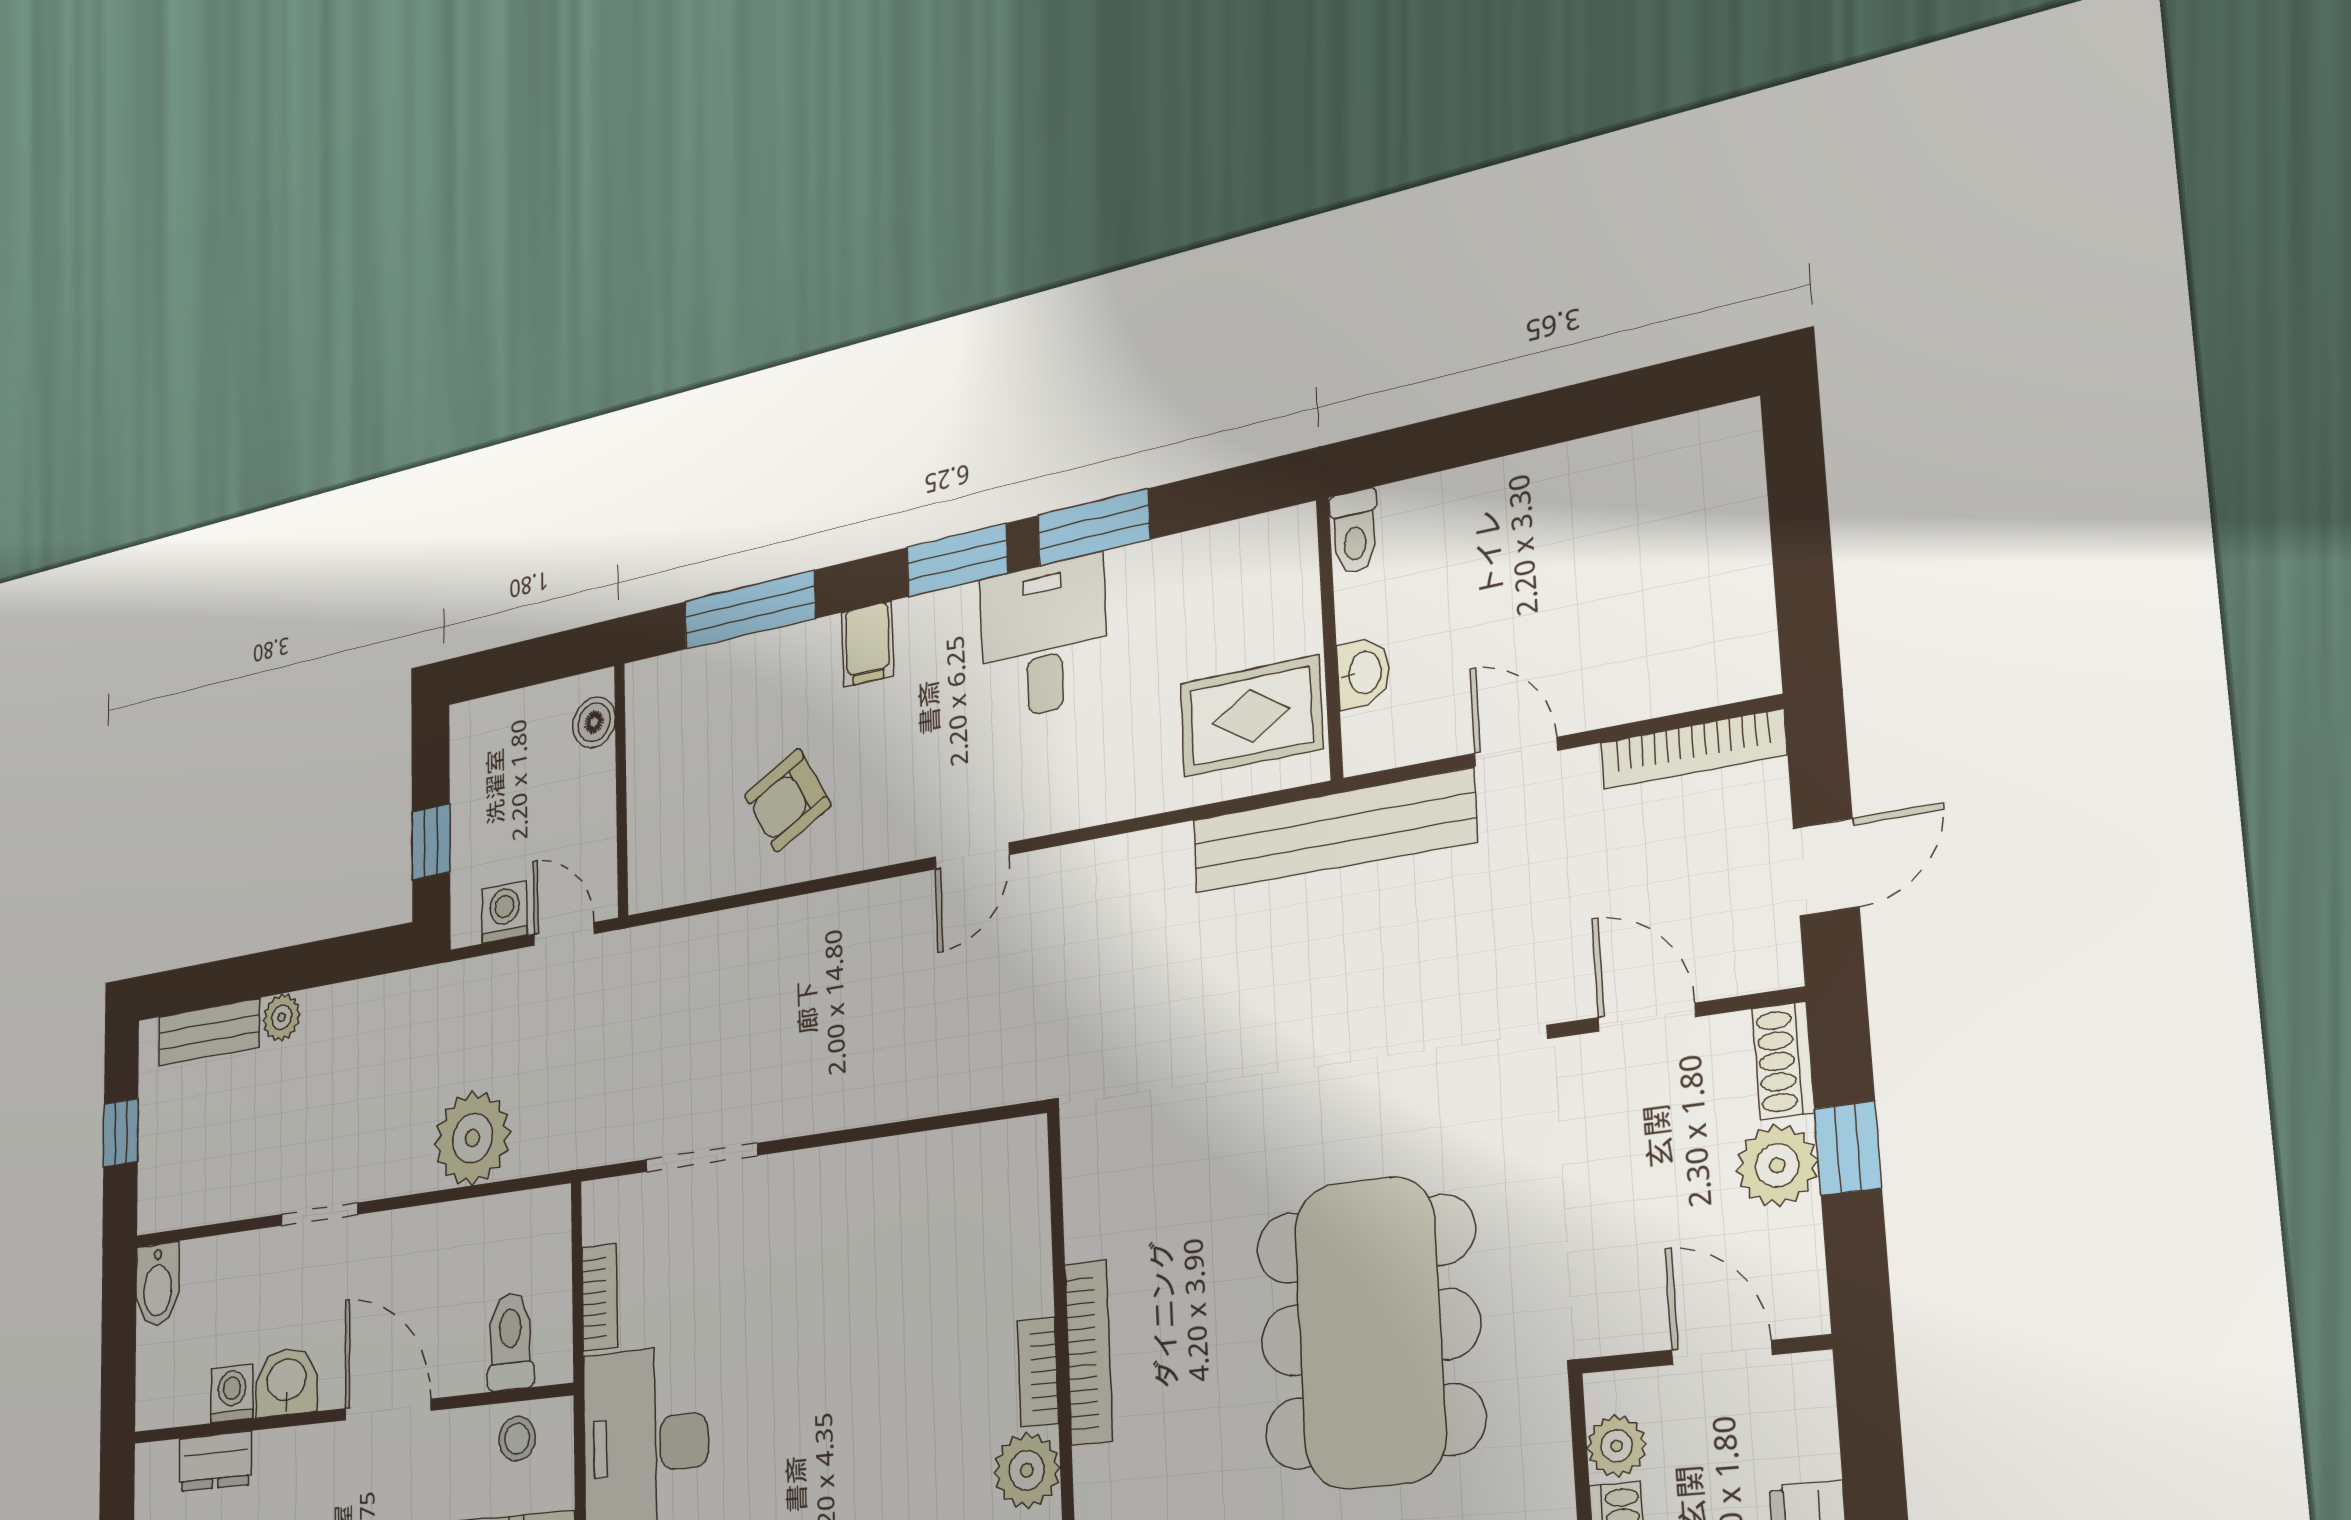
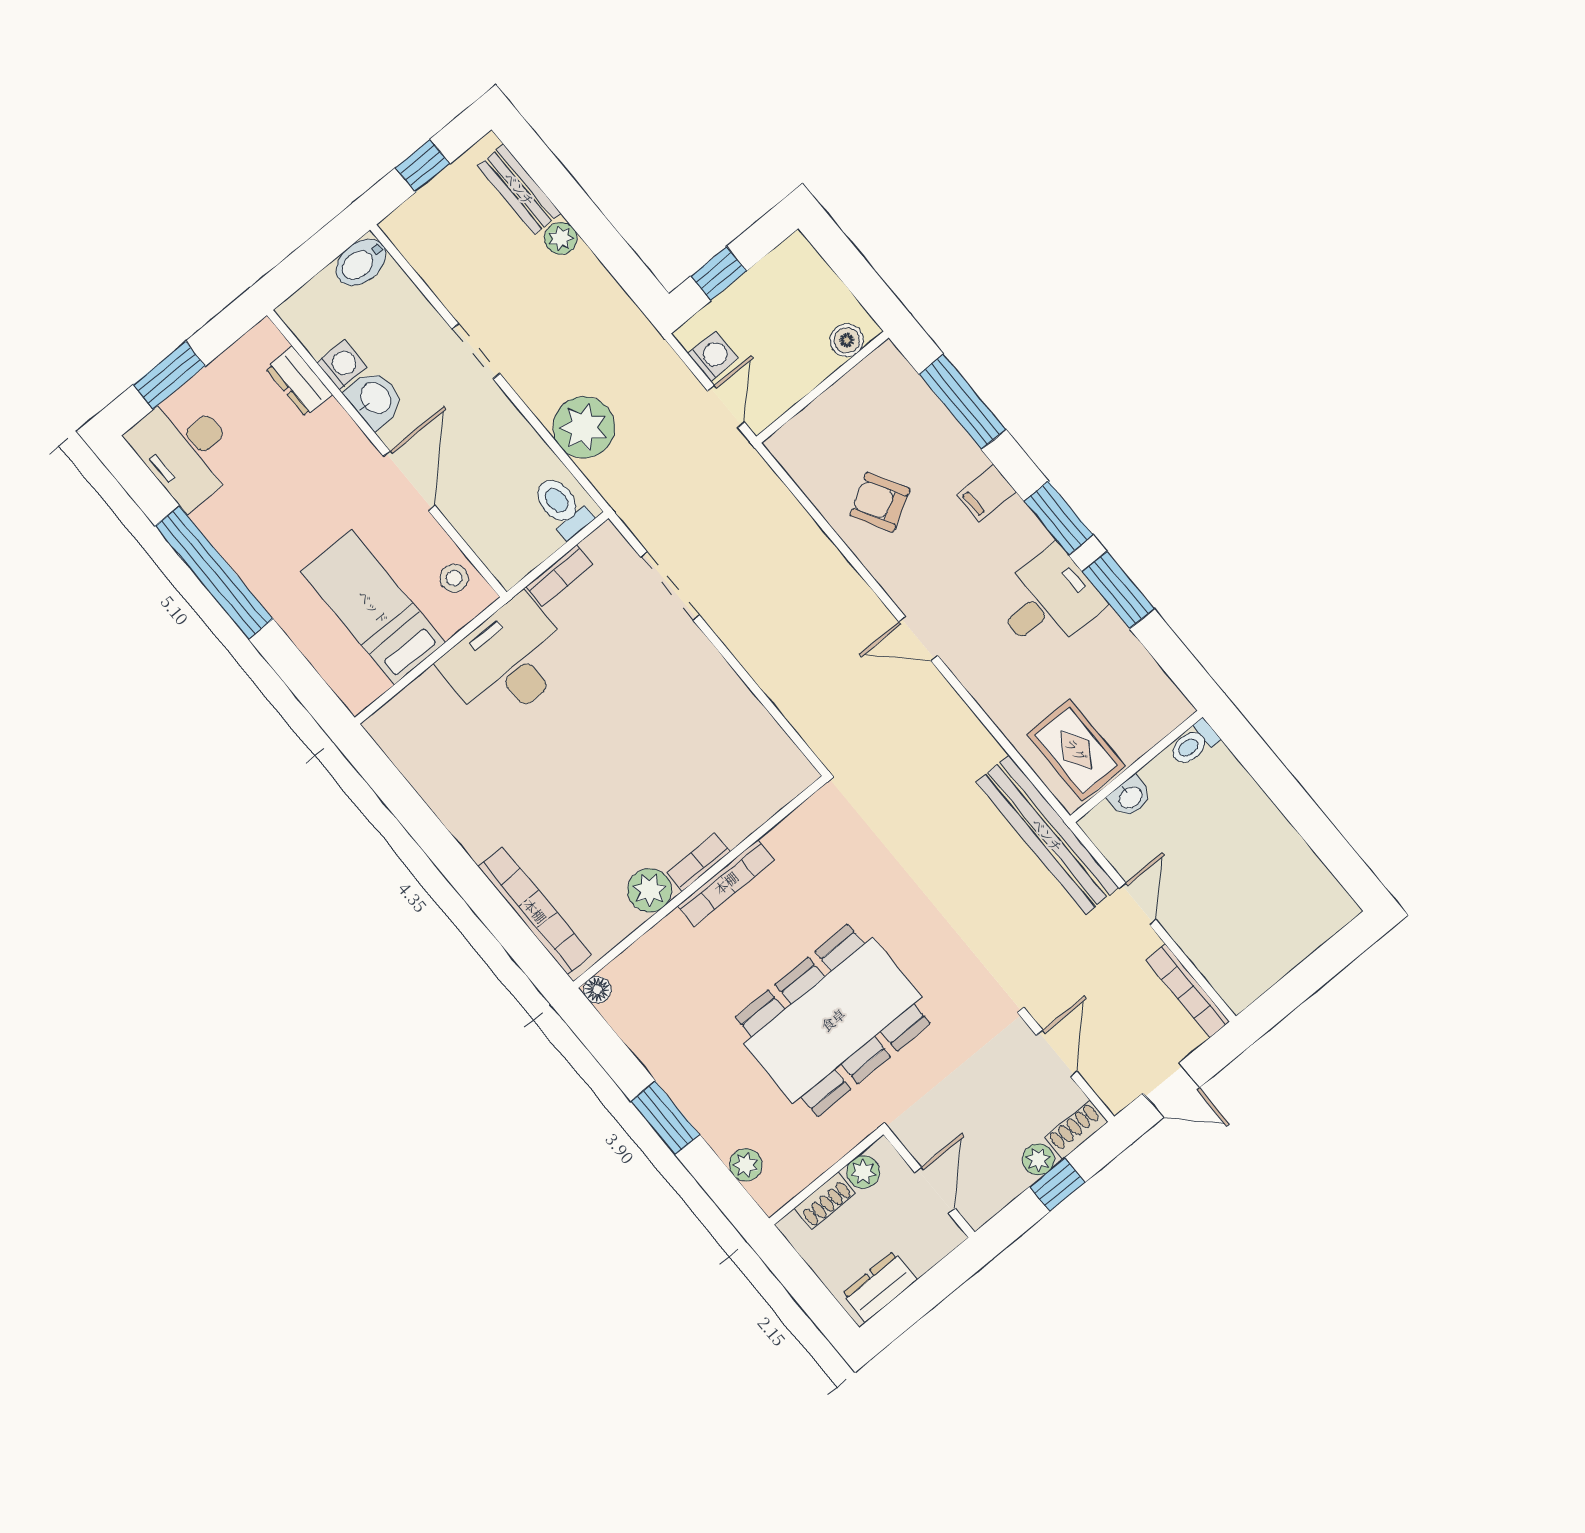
plant: (1777, 1165) -> (1038, 1159), width x0.73, depth x0.73
toilet: (510, 1342) -> (562, 507), moved, turned -90

